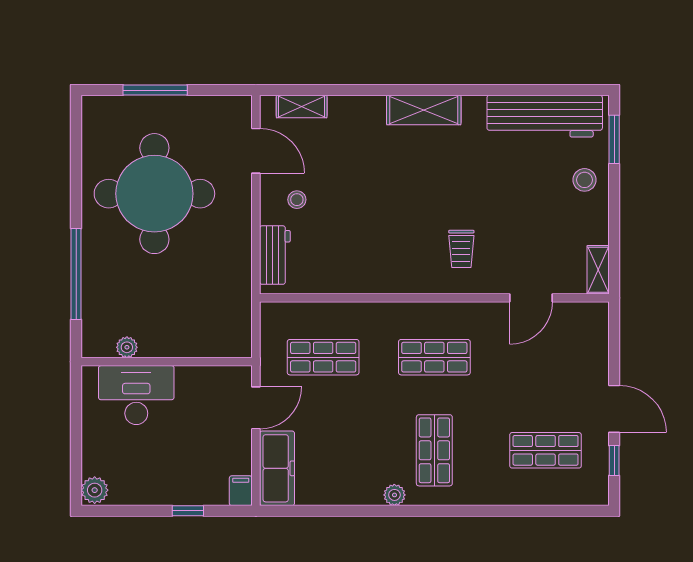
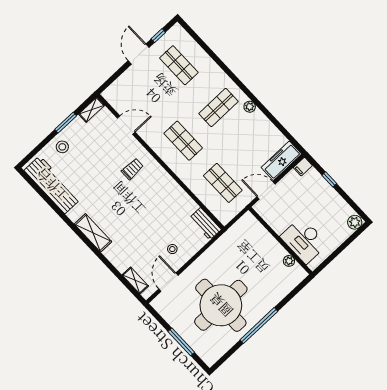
window: (614, 139) -> (66, 123), moved
workbench: (275, 255) -> (205, 224), moved, turned -90
window: (76, 274) -> (259, 326), moved

